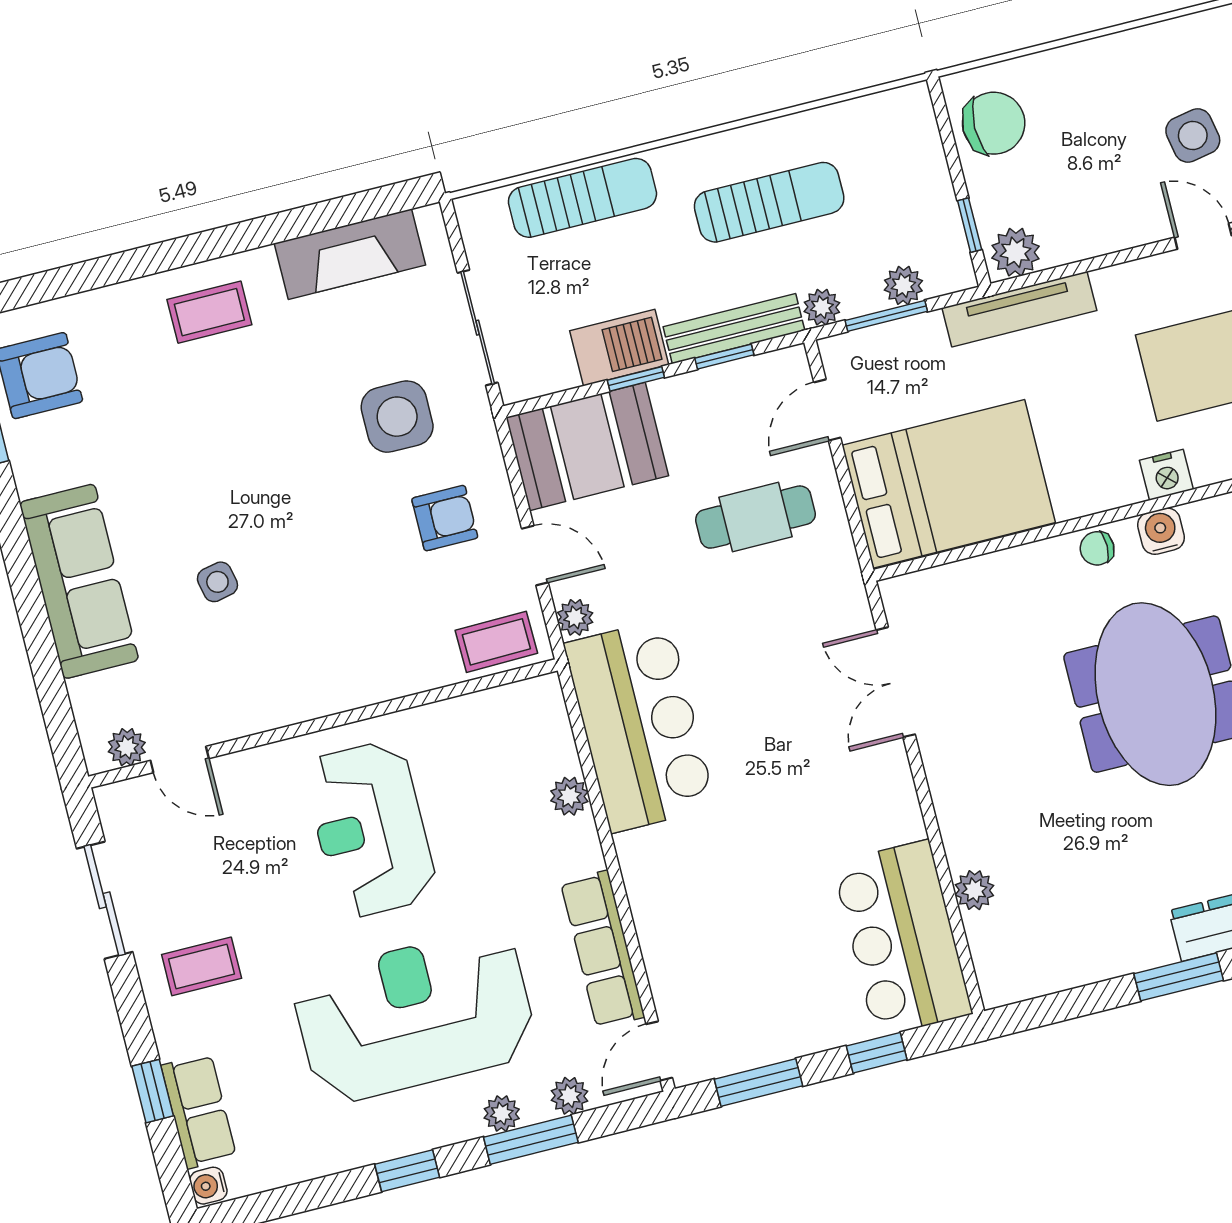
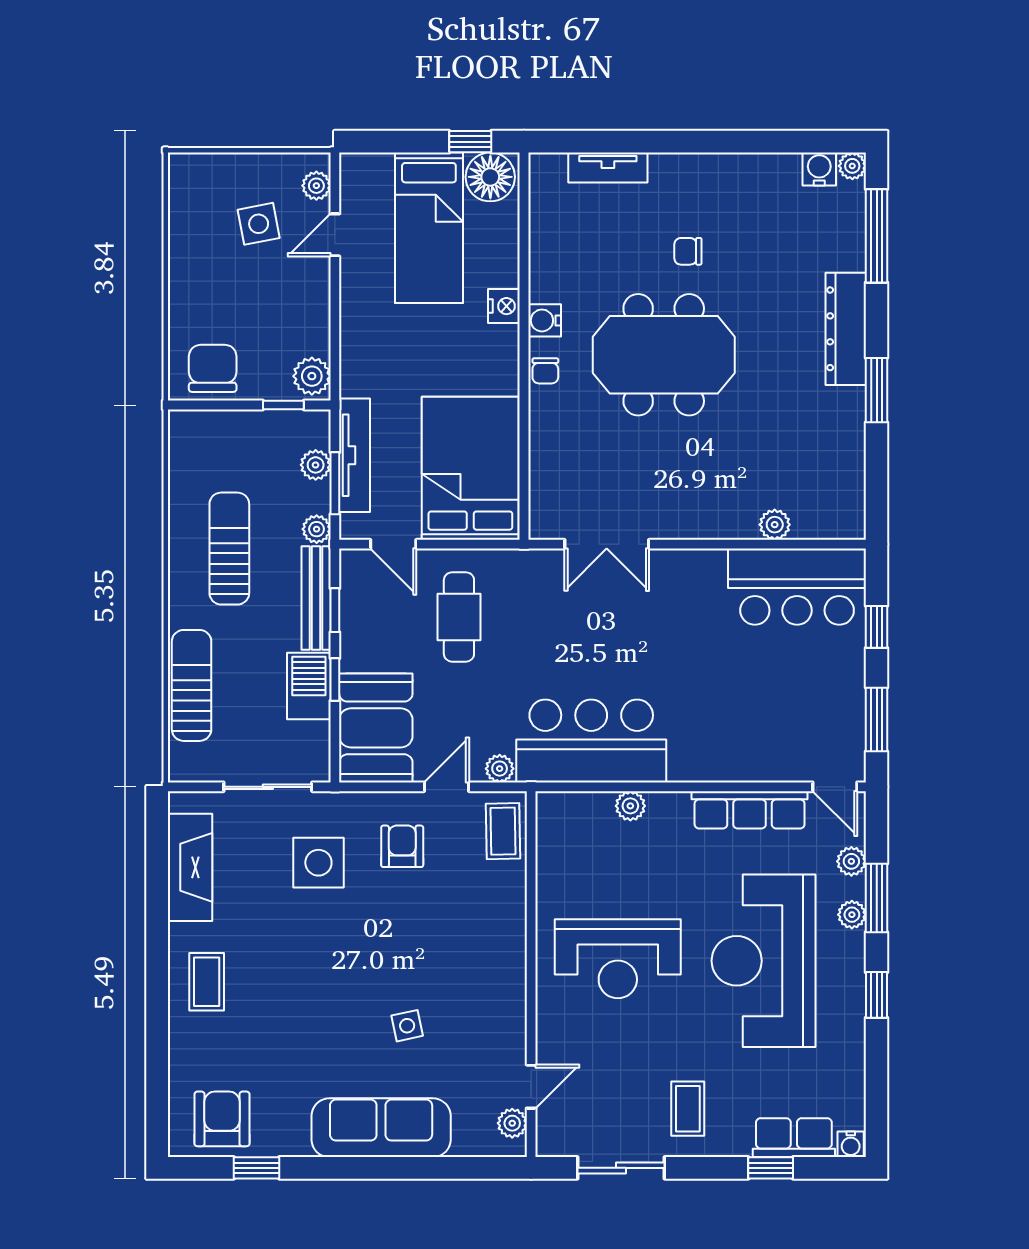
tv unit: (1019, 309) -> (355, 455), moved

